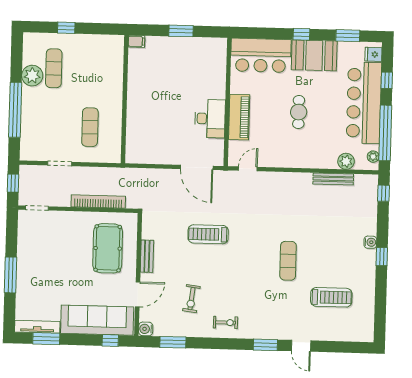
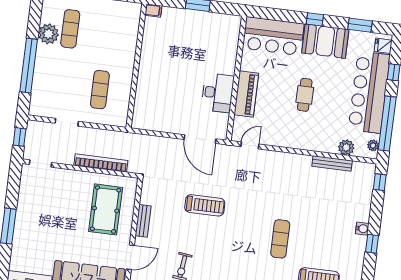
treadmill: (208, 234) -> (205, 205), turned 180

